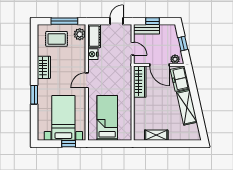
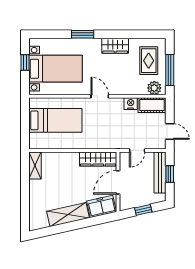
bench: (147, 29) -> (160, 173), width x1.36
plant: (175, 59) -> (125, 201), removed
shelving: (156, 135) -> (35, 165), moved
window: (69, 144) -> (25, 63), moved

